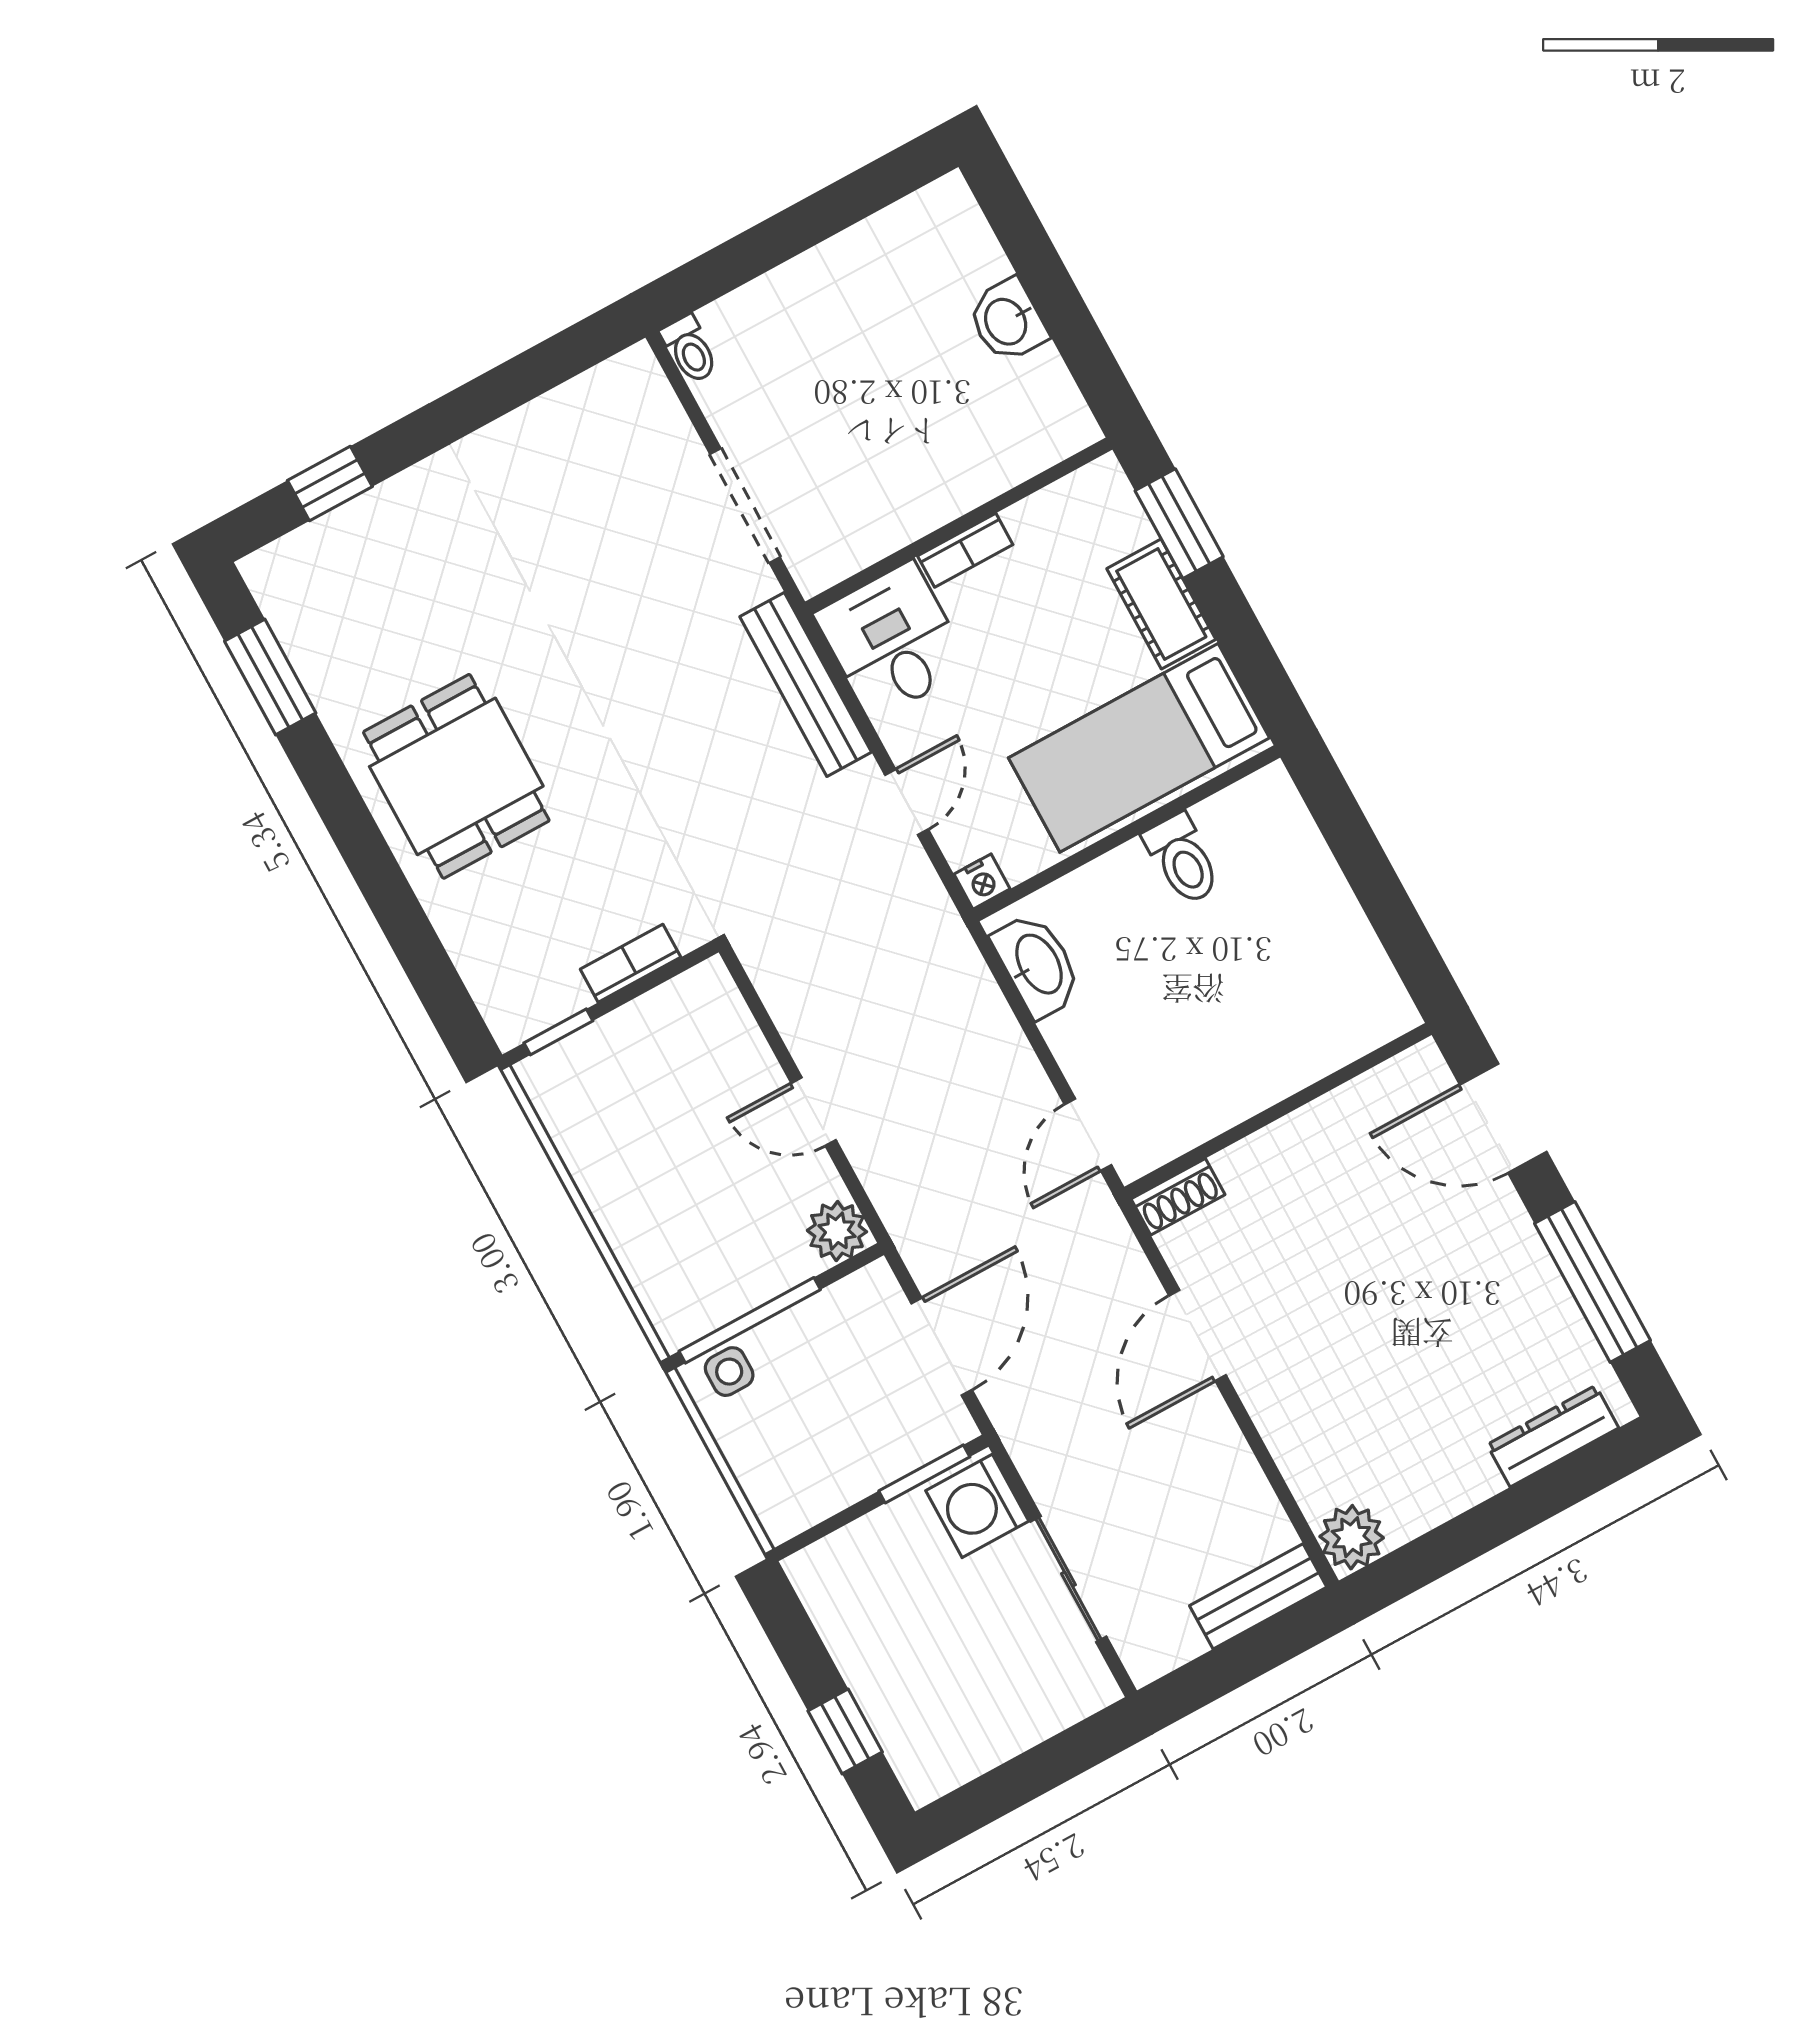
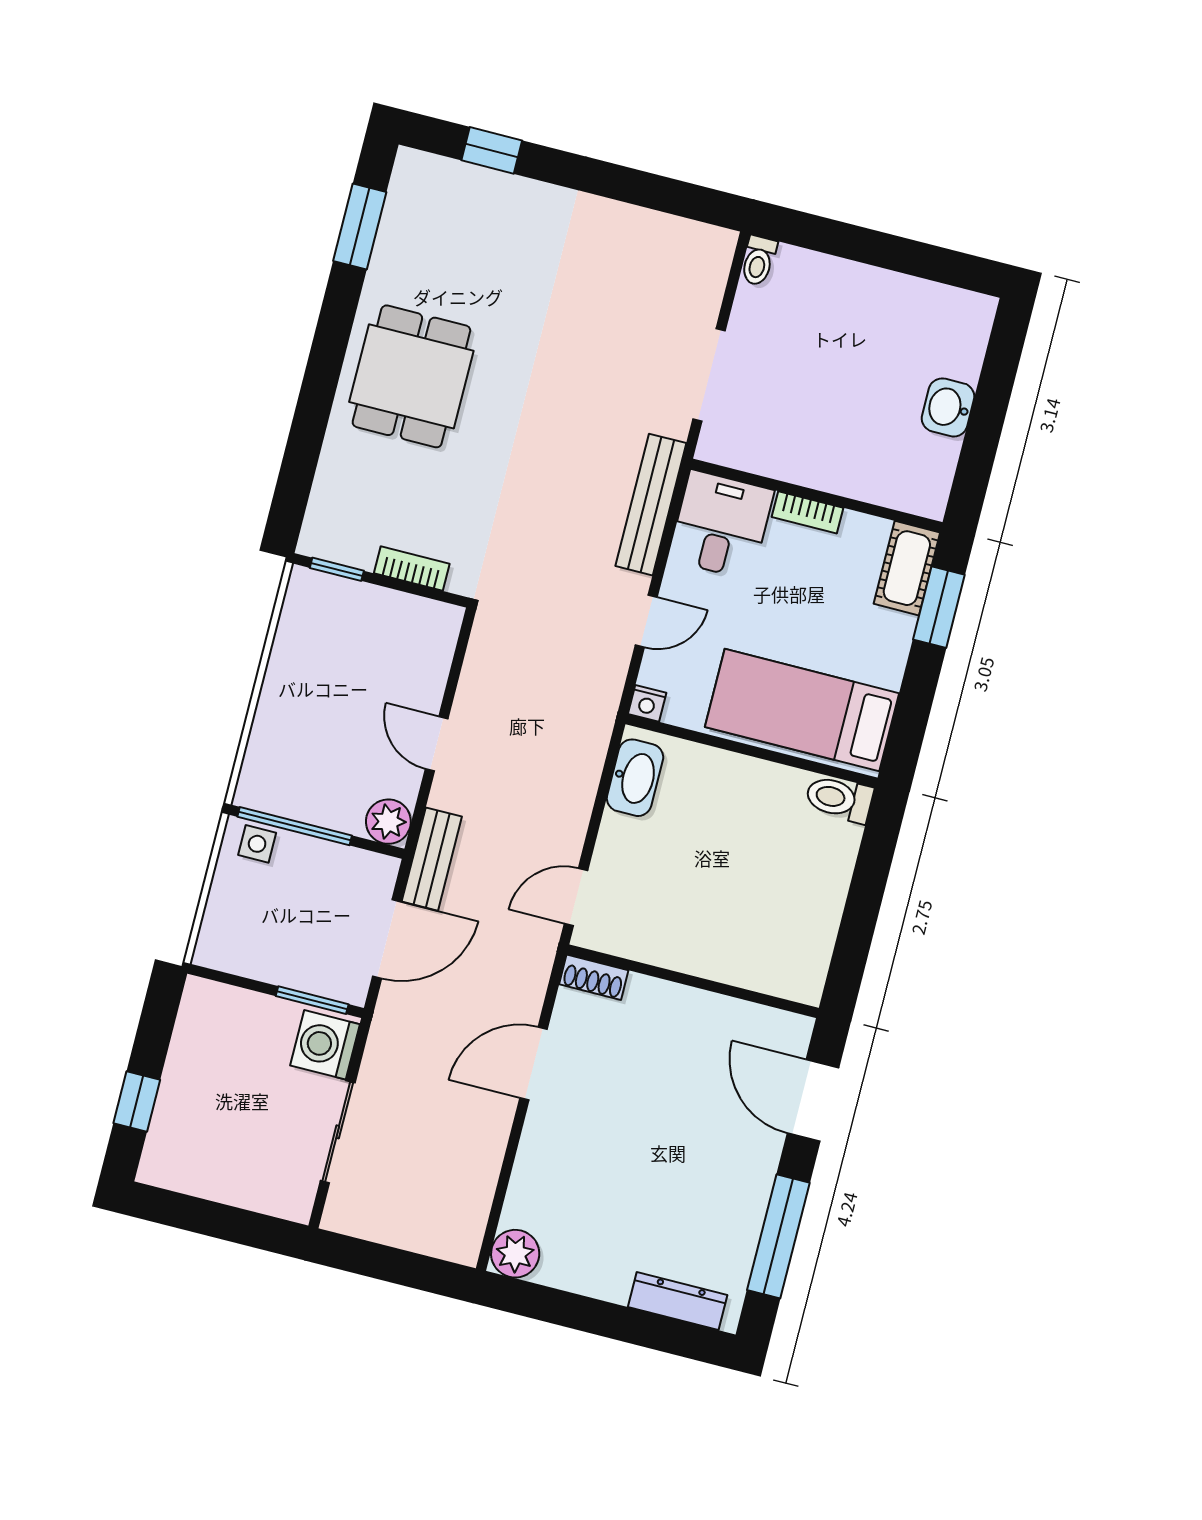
cot: (1161, 604) -> (907, 568), moved
toilet: (1182, 859) -> (839, 799), moved, turned 90
bench: (1258, 1596) -> (432, 859), moved, turned 90

